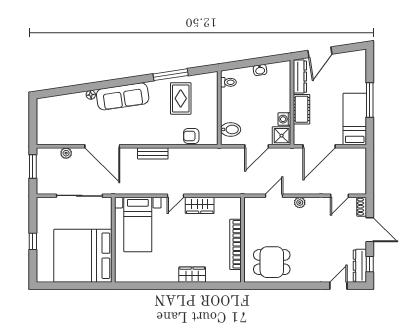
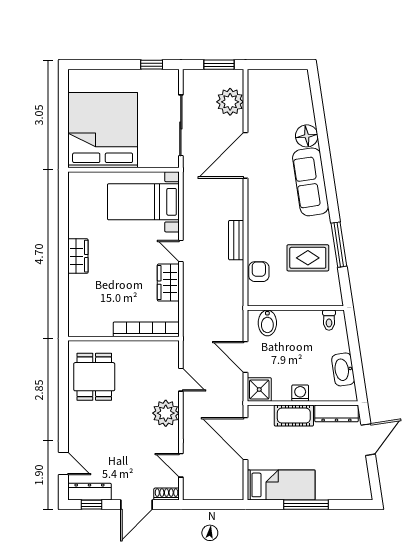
door: (320, 52) -> (368, 440), swing flipped
washbasin: (260, 70) -> (343, 369), width x1.91, depth x1.45
floor lamp: (91, 95) -> (307, 136), width x1.89, depth x1.89
washing machine: (284, 119) -> (300, 393), moved
plant: (66, 153) -> (230, 102), width x1.87, depth x1.87
bench: (153, 153) -> (236, 240), moved
plant: (300, 203) -> (166, 413), width x1.88, depth x1.88
window: (33, 241) -> (152, 65), moved
bookcase: (235, 244) -> (146, 329), moved
wardrobe: (192, 275) -> (78, 256), moved

